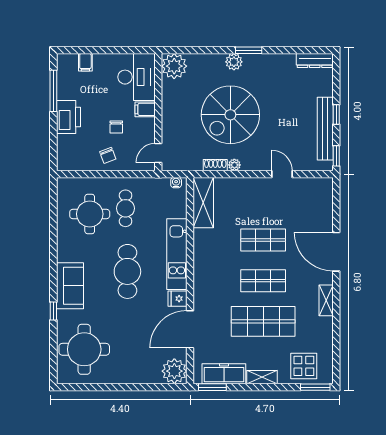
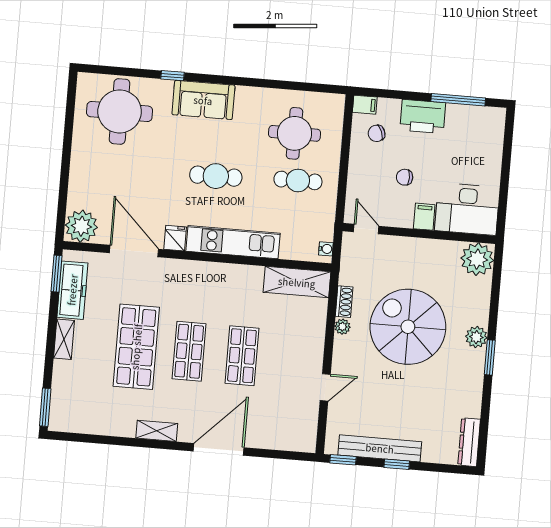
filing cabinet: (85, 62) -> (365, 105), moved, turned 180
chair: (108, 155) -> (377, 133), moved
cafe table: (127, 271) -> (216, 176), width x0.73, depth x0.74
display table: (304, 366) -> (74, 395), removed

